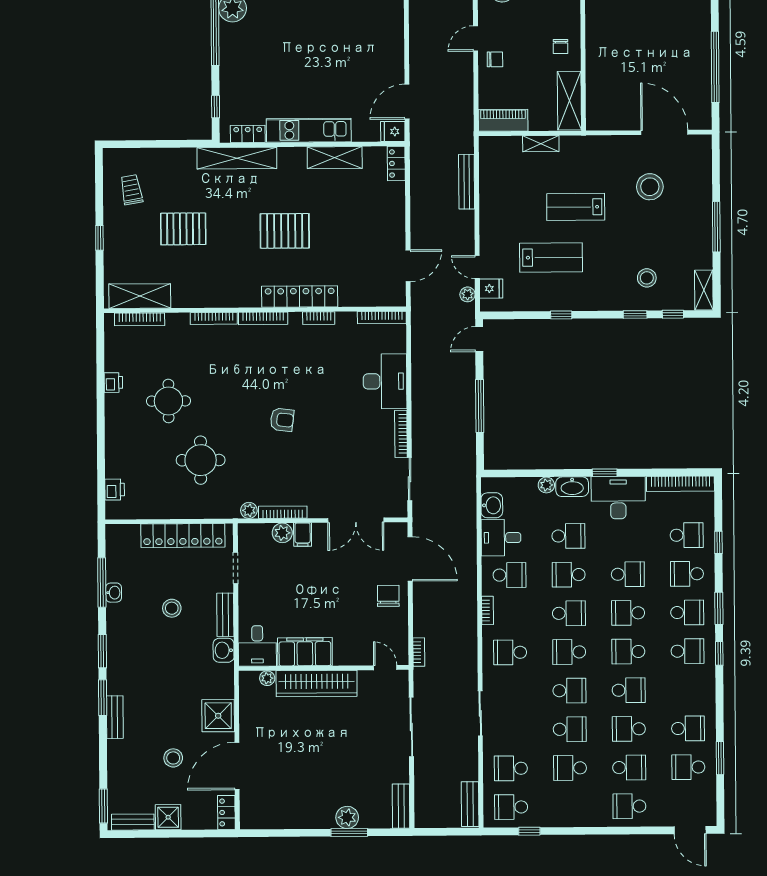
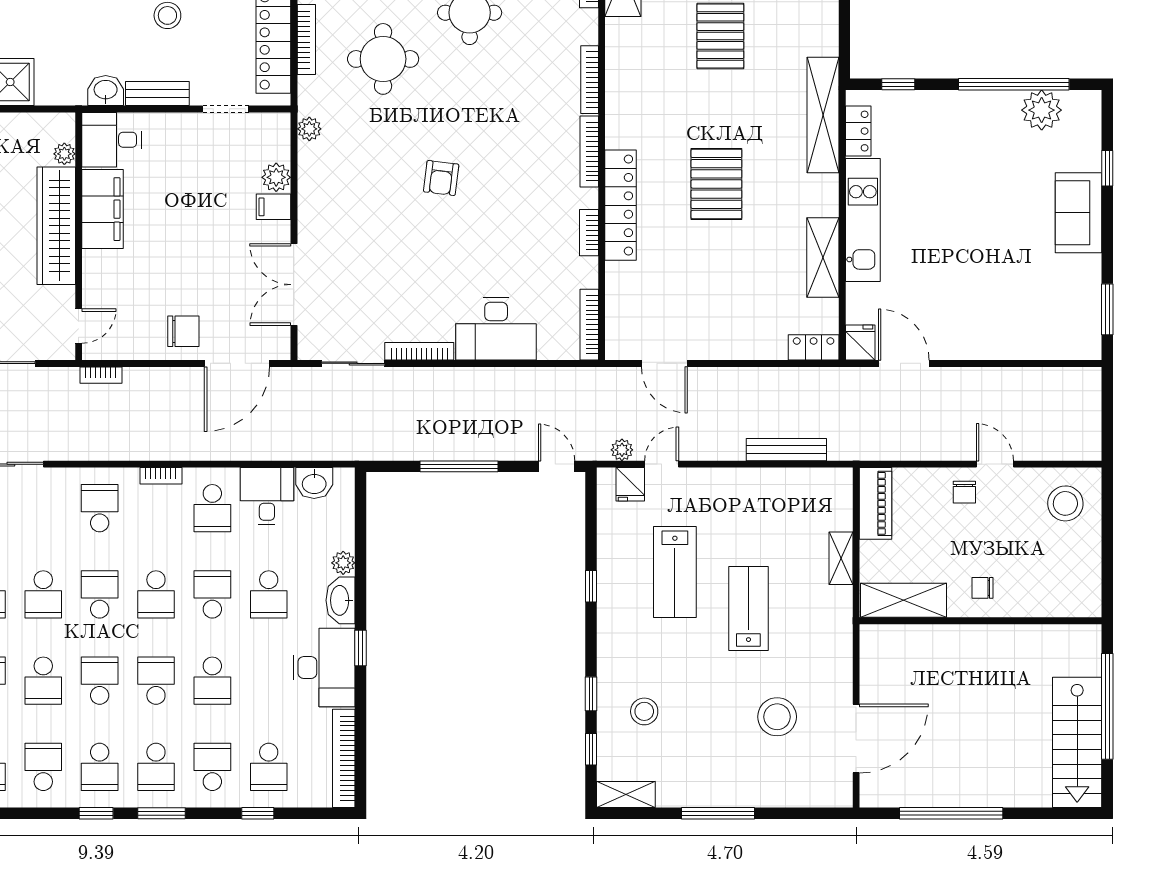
bookcase: (283, 512) -> (306, 40), moved
school desk: (688, 690) -> (43, 767), added

